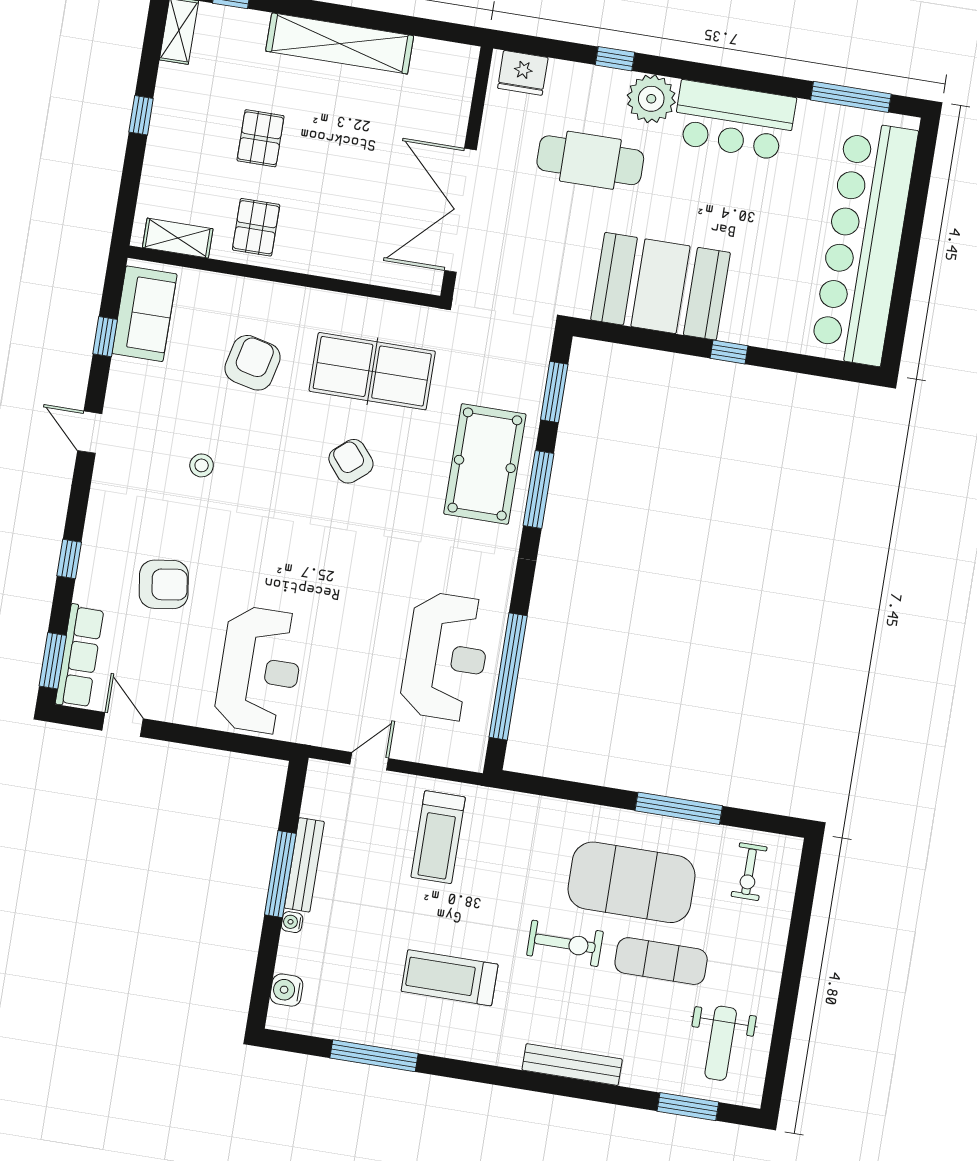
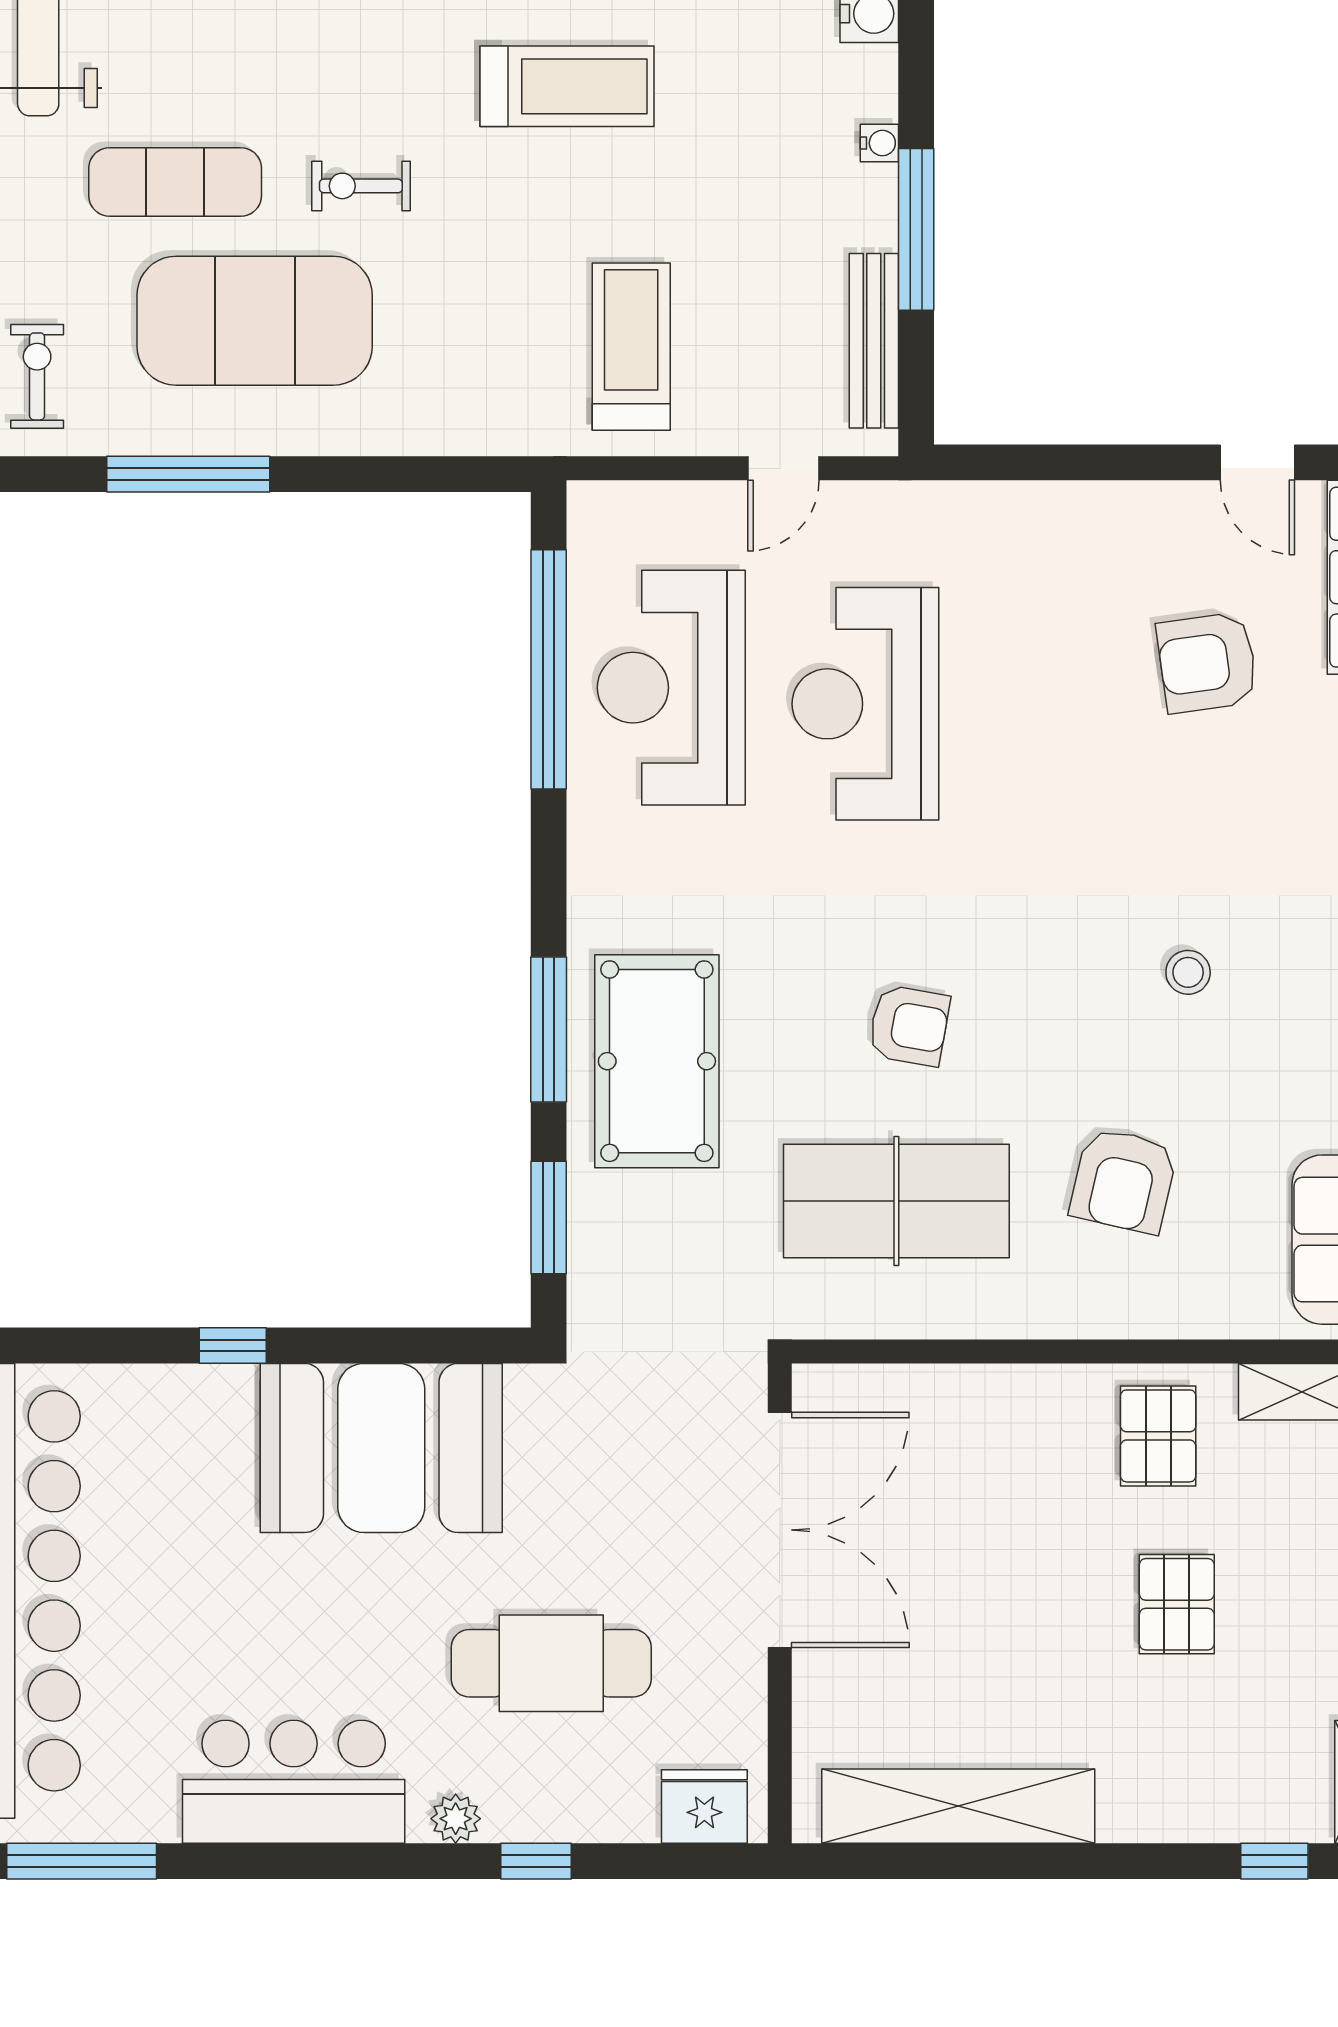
shelving: (340, 43) -> (958, 1806), moved
plant: (651, 99) -> (456, 1819), width x0.53, depth x0.53
armchair: (351, 461) -> (909, 1026), turned -40
armchair: (164, 584) -> (1207, 662), moved
reception desk: (260, 670) -> (865, 704), moved
bench: (304, 865) -> (874, 341), moved
exercise bike: (565, 943) -> (361, 186), width x0.73, depth x0.72

